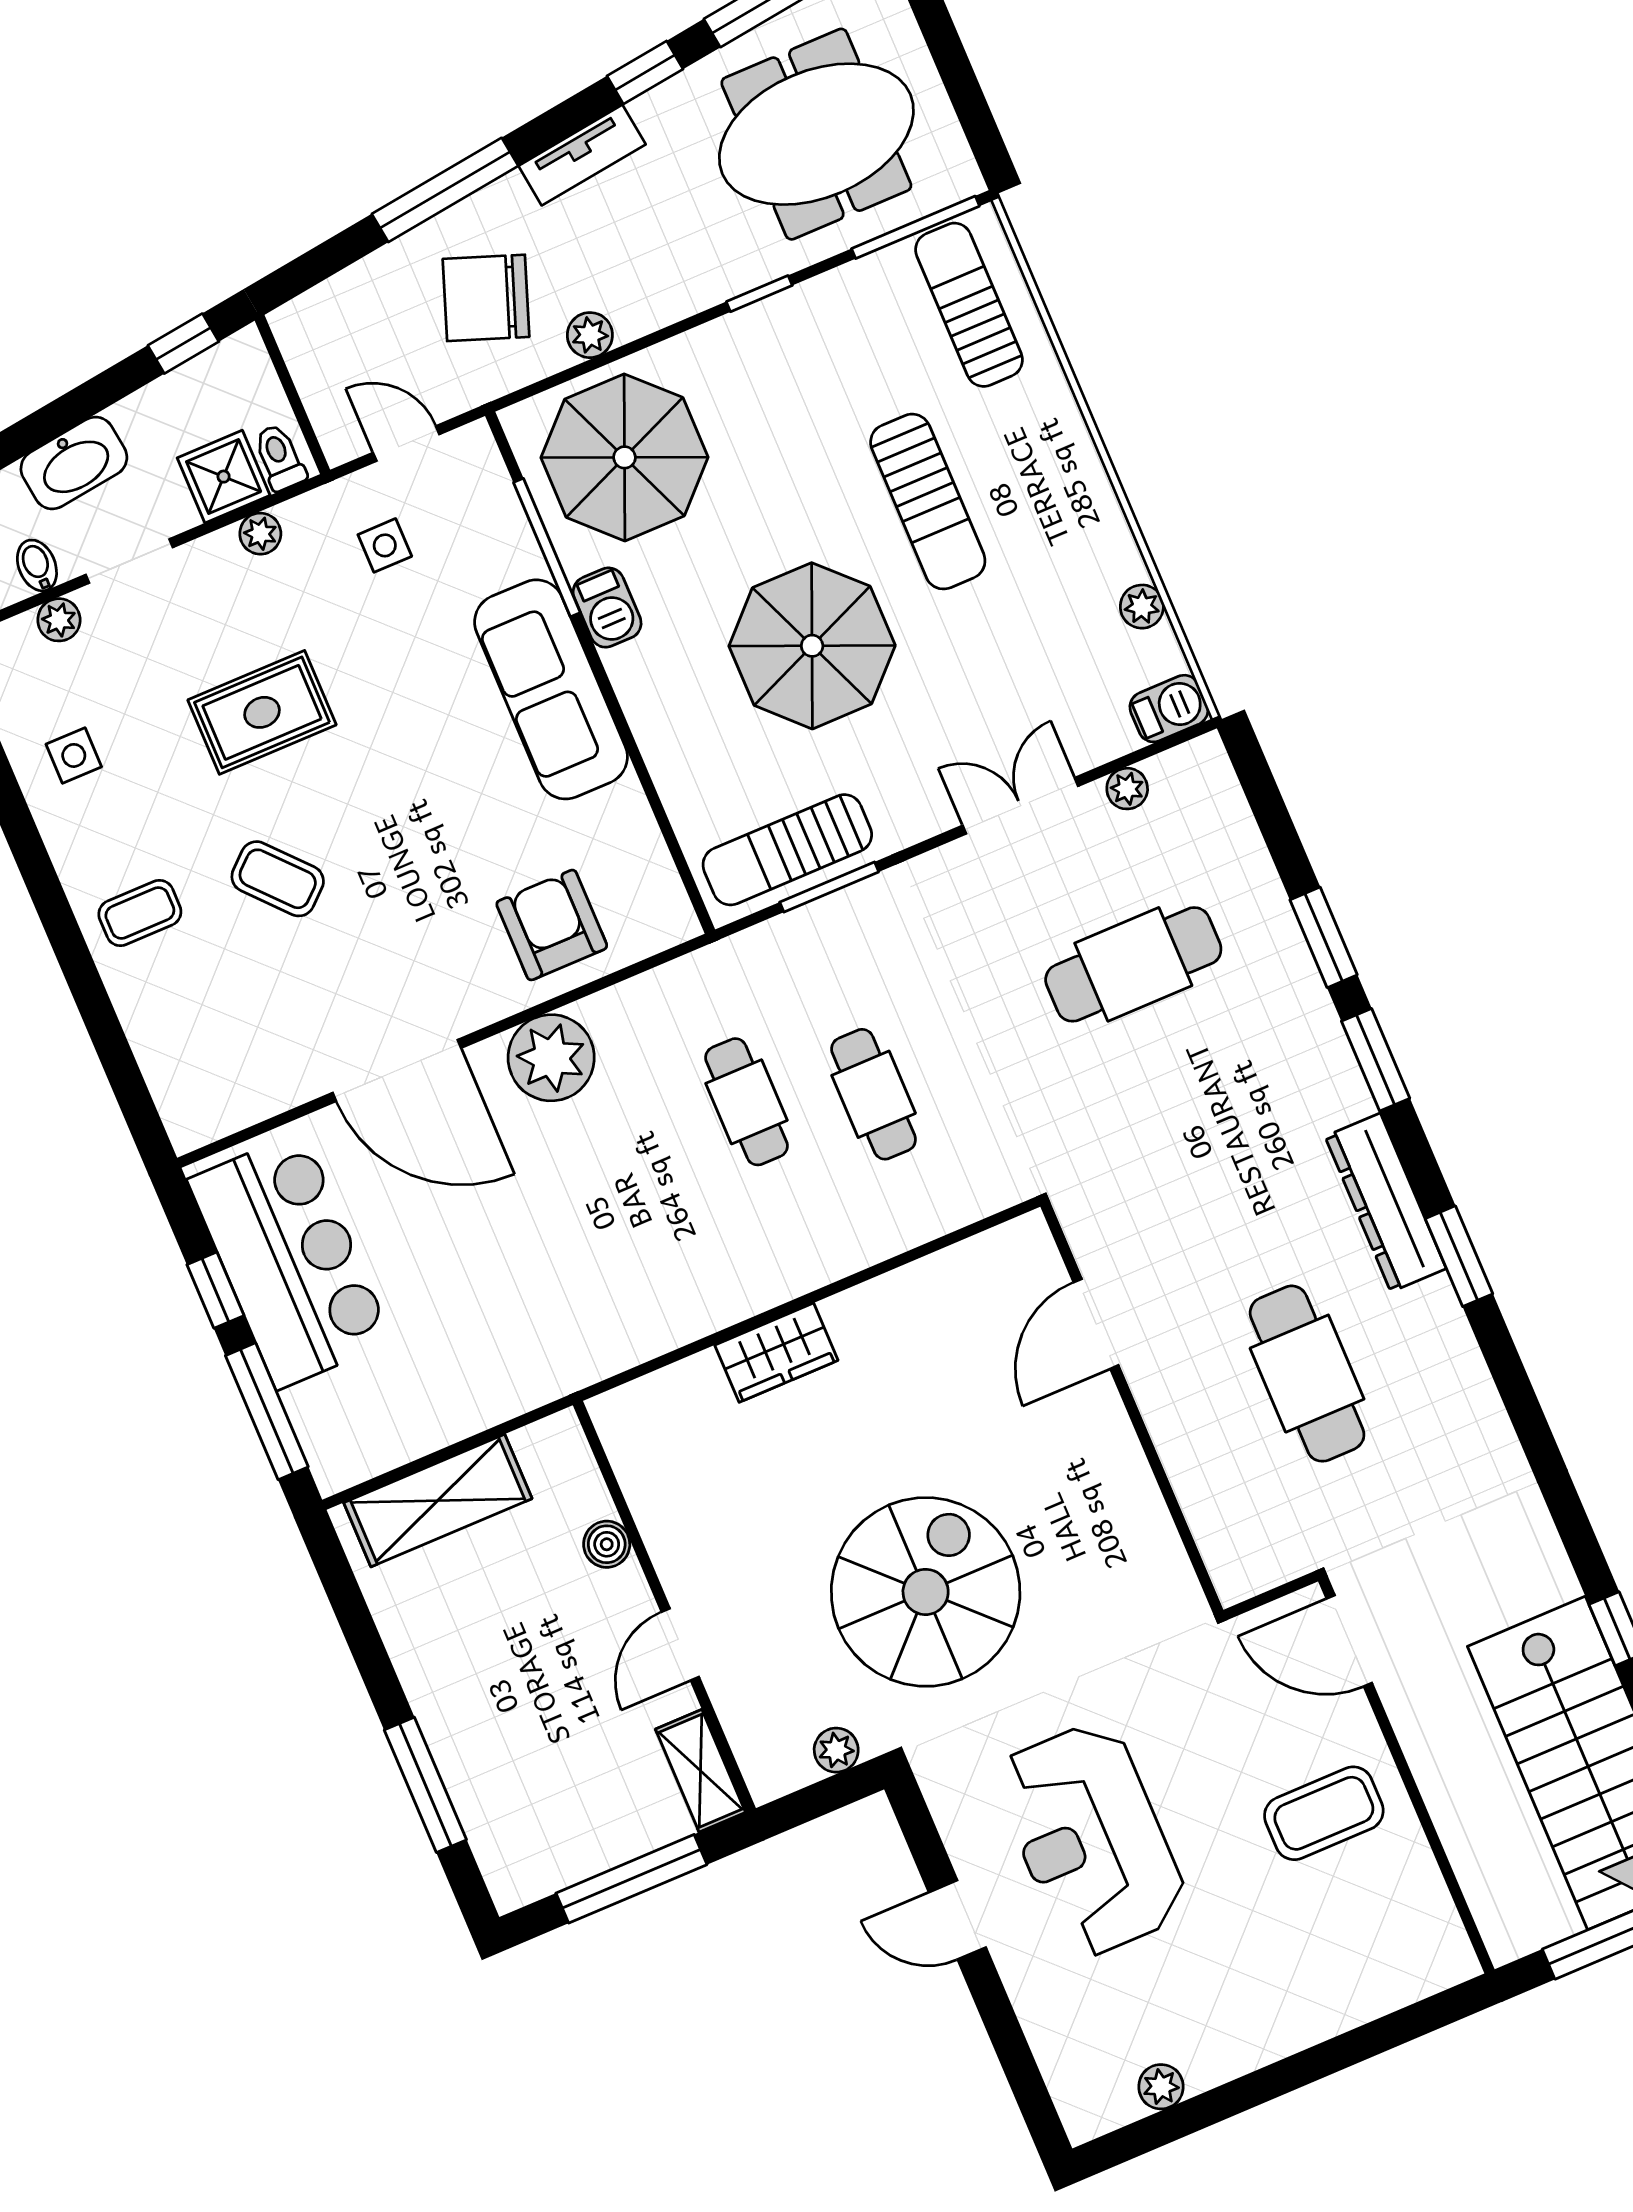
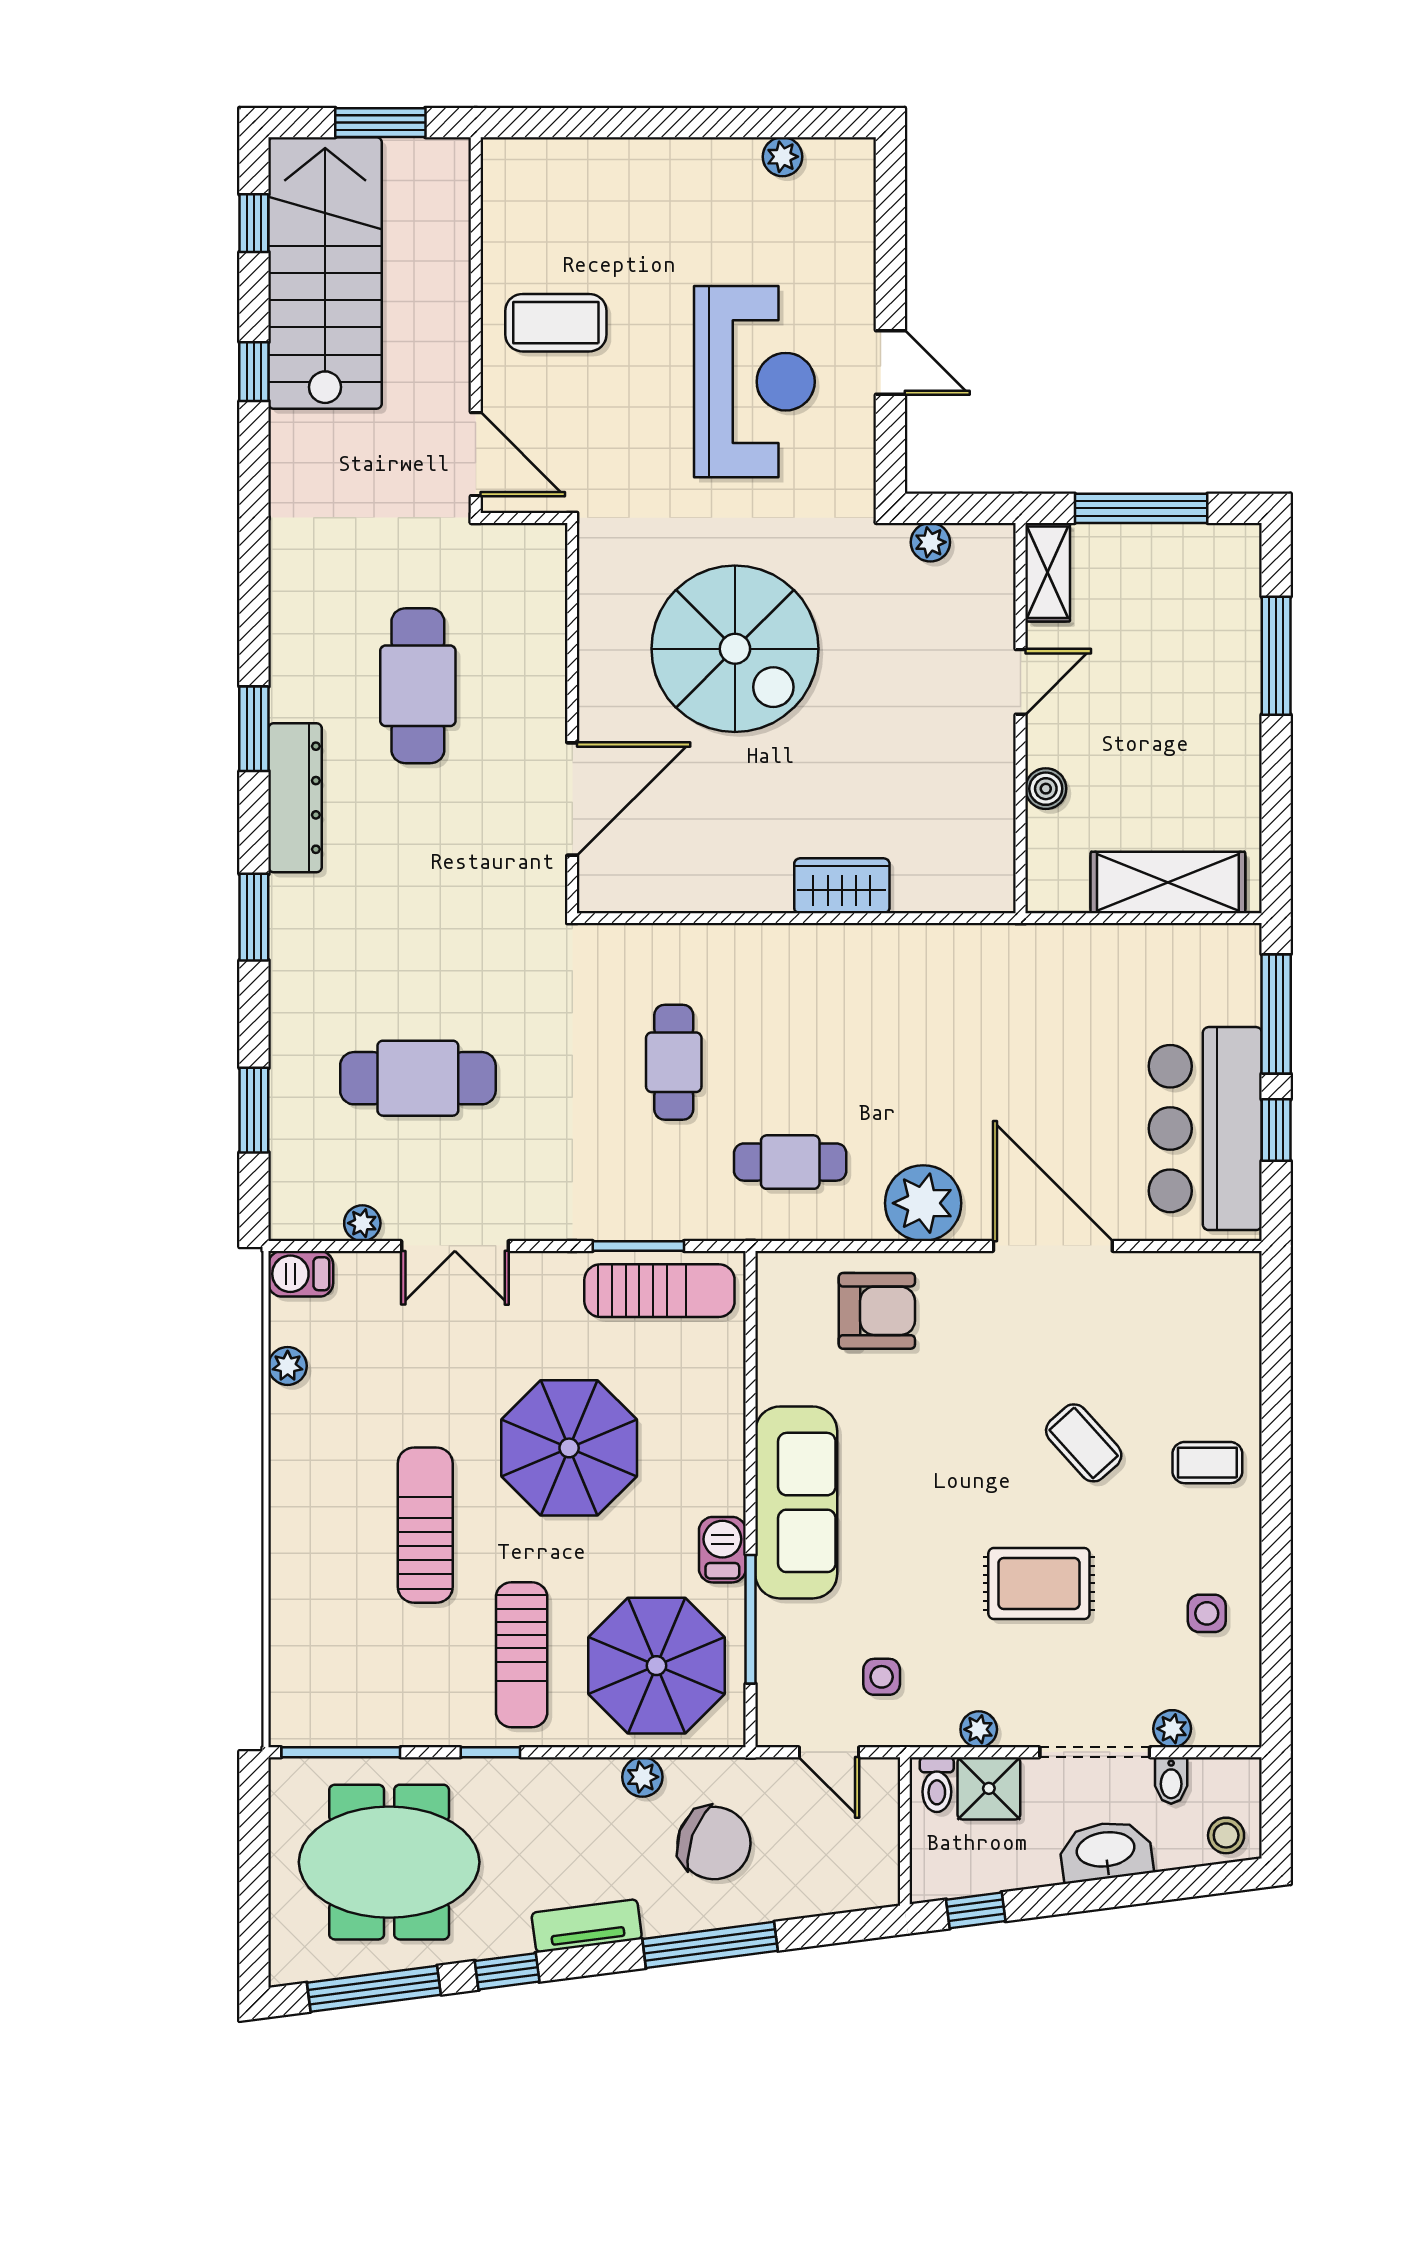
sun lounger: (969, 305) -> (522, 1655), moved
doorway: (129, 561) -> (1095, 1752), width x1.38
armchair: (552, 925) -> (877, 1311), turned -90
window: (1324, 937) -> (254, 1110), moved
cafe table: (747, 1102) -> (790, 1162), moved, turned 90
door: (1096, 1324) -> (572, 799), width x1.36
spiral stairs: (926, 1592) -> (735, 649), moved, turned -90

